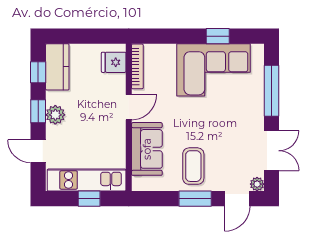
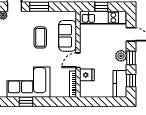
fridge: (114, 62) -> (87, 75), moved
coffee table: (193, 166) -> (40, 37), moved

